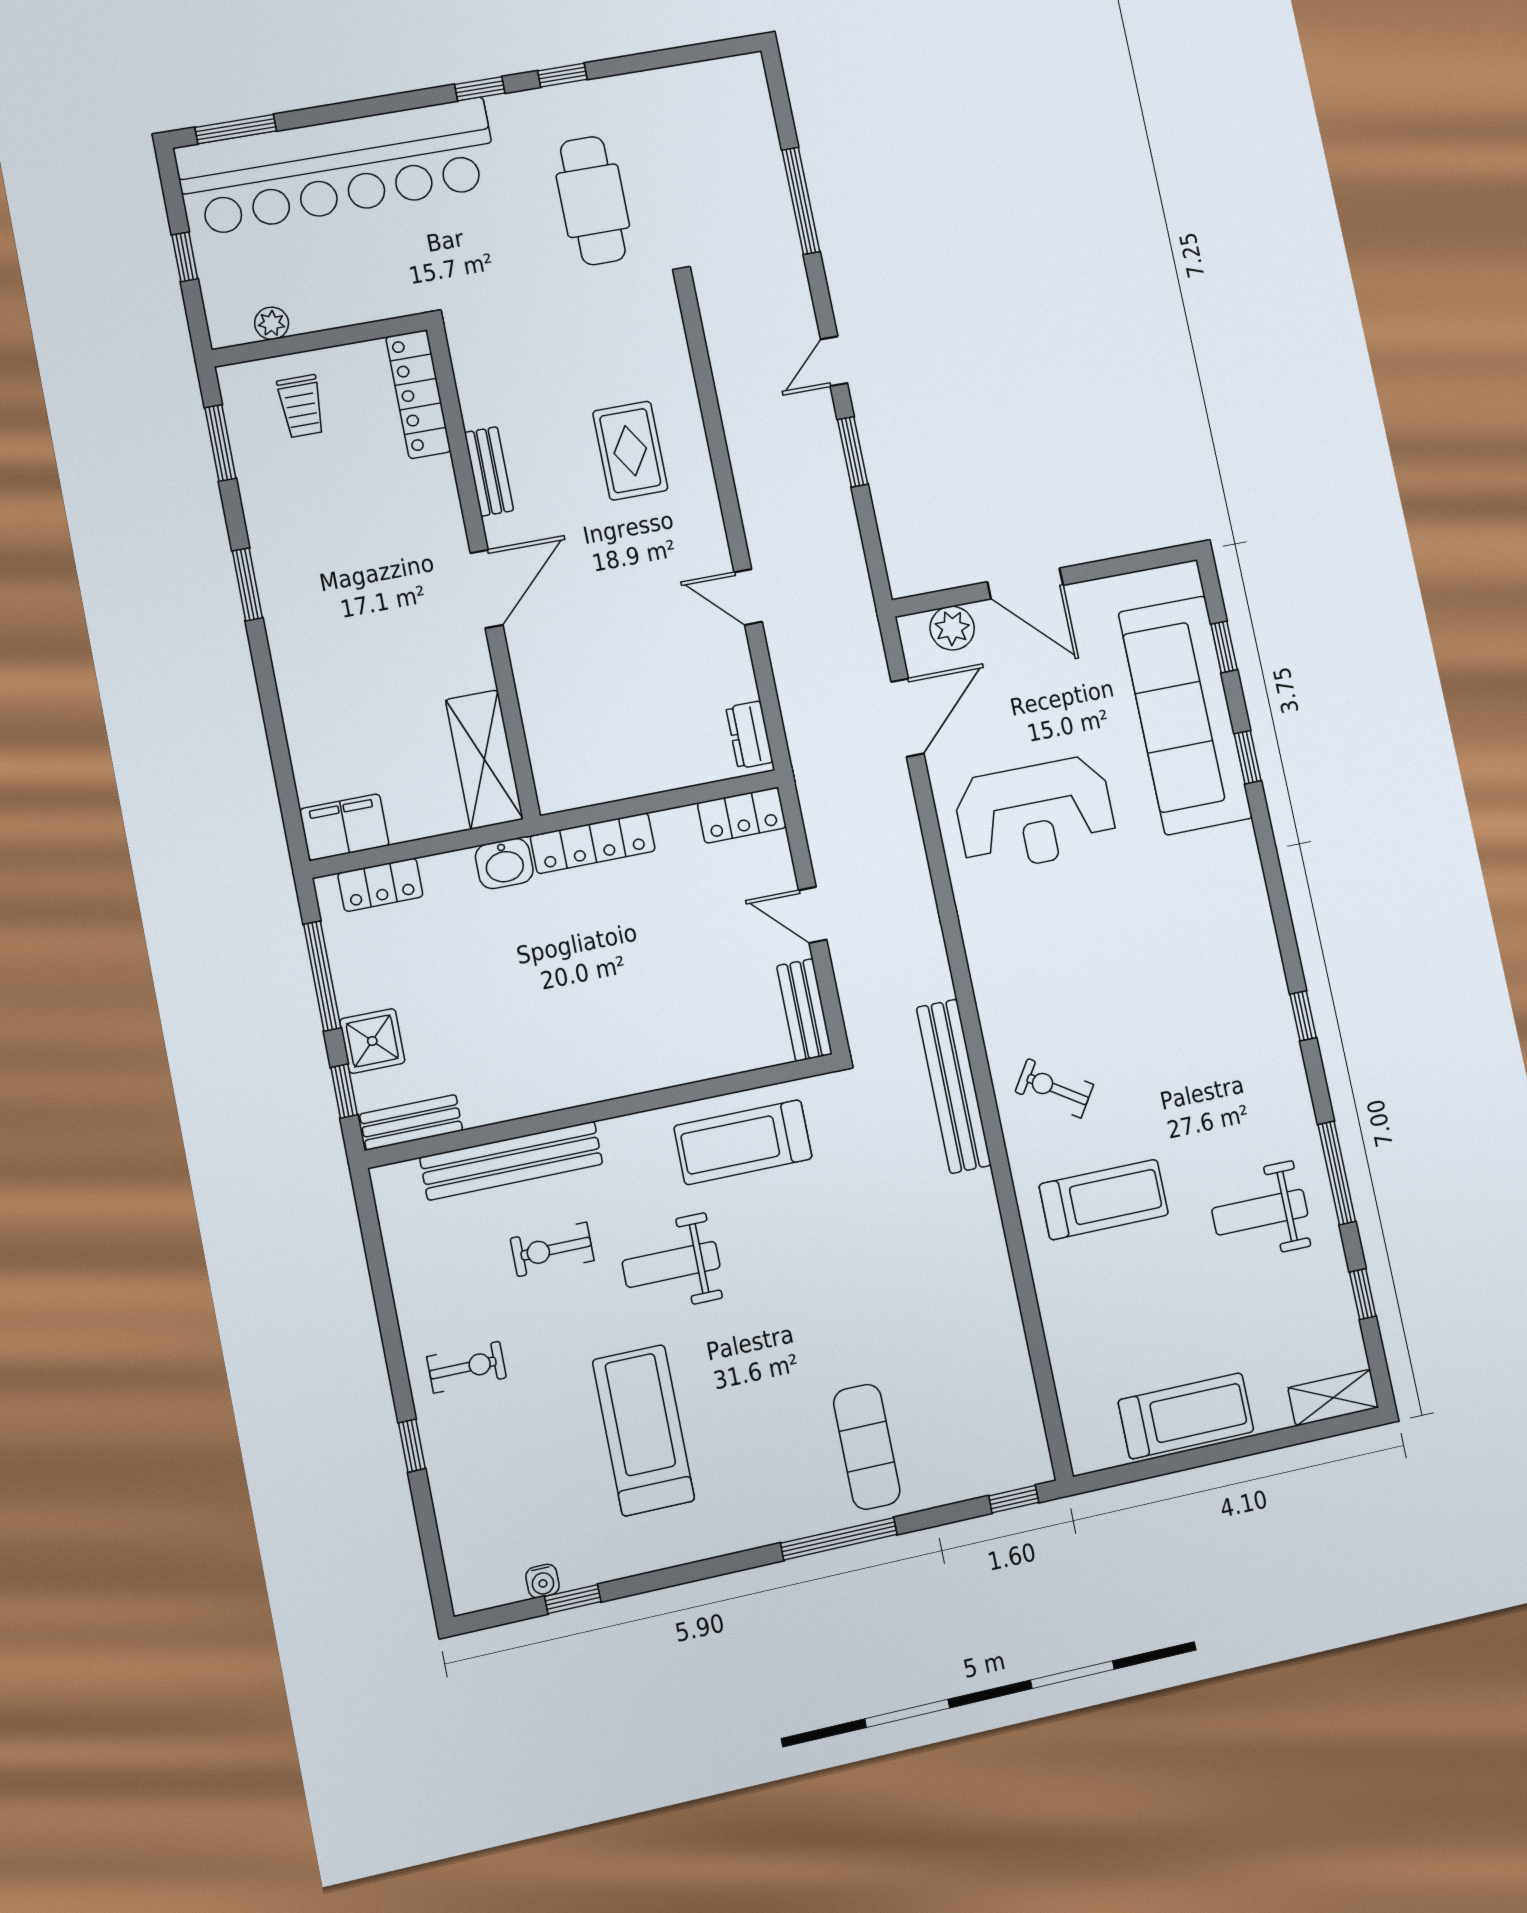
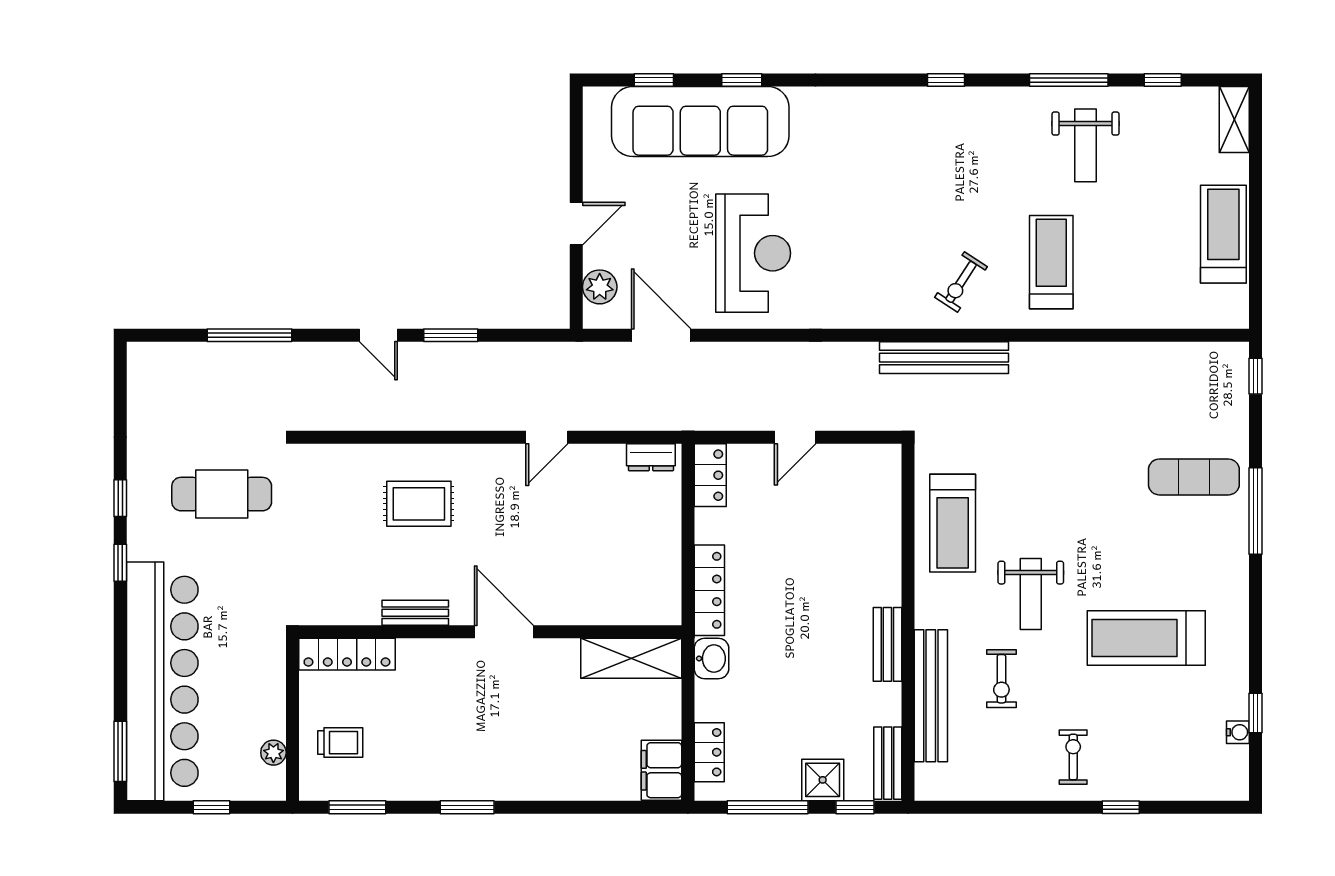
door: (1025, 584) -> (576, 224), width x0.73
bench: (804, 1010) -> (887, 644), moved, turned 90

